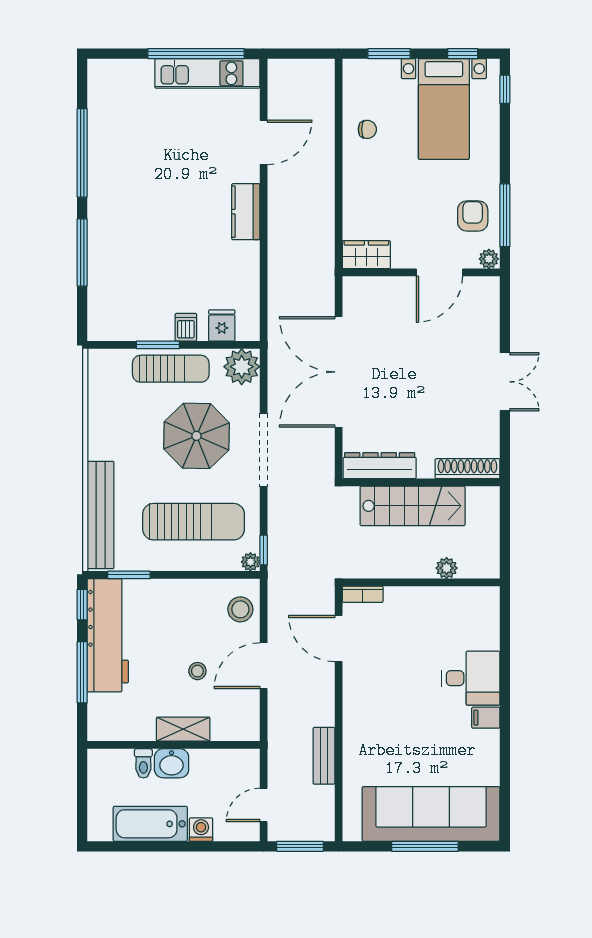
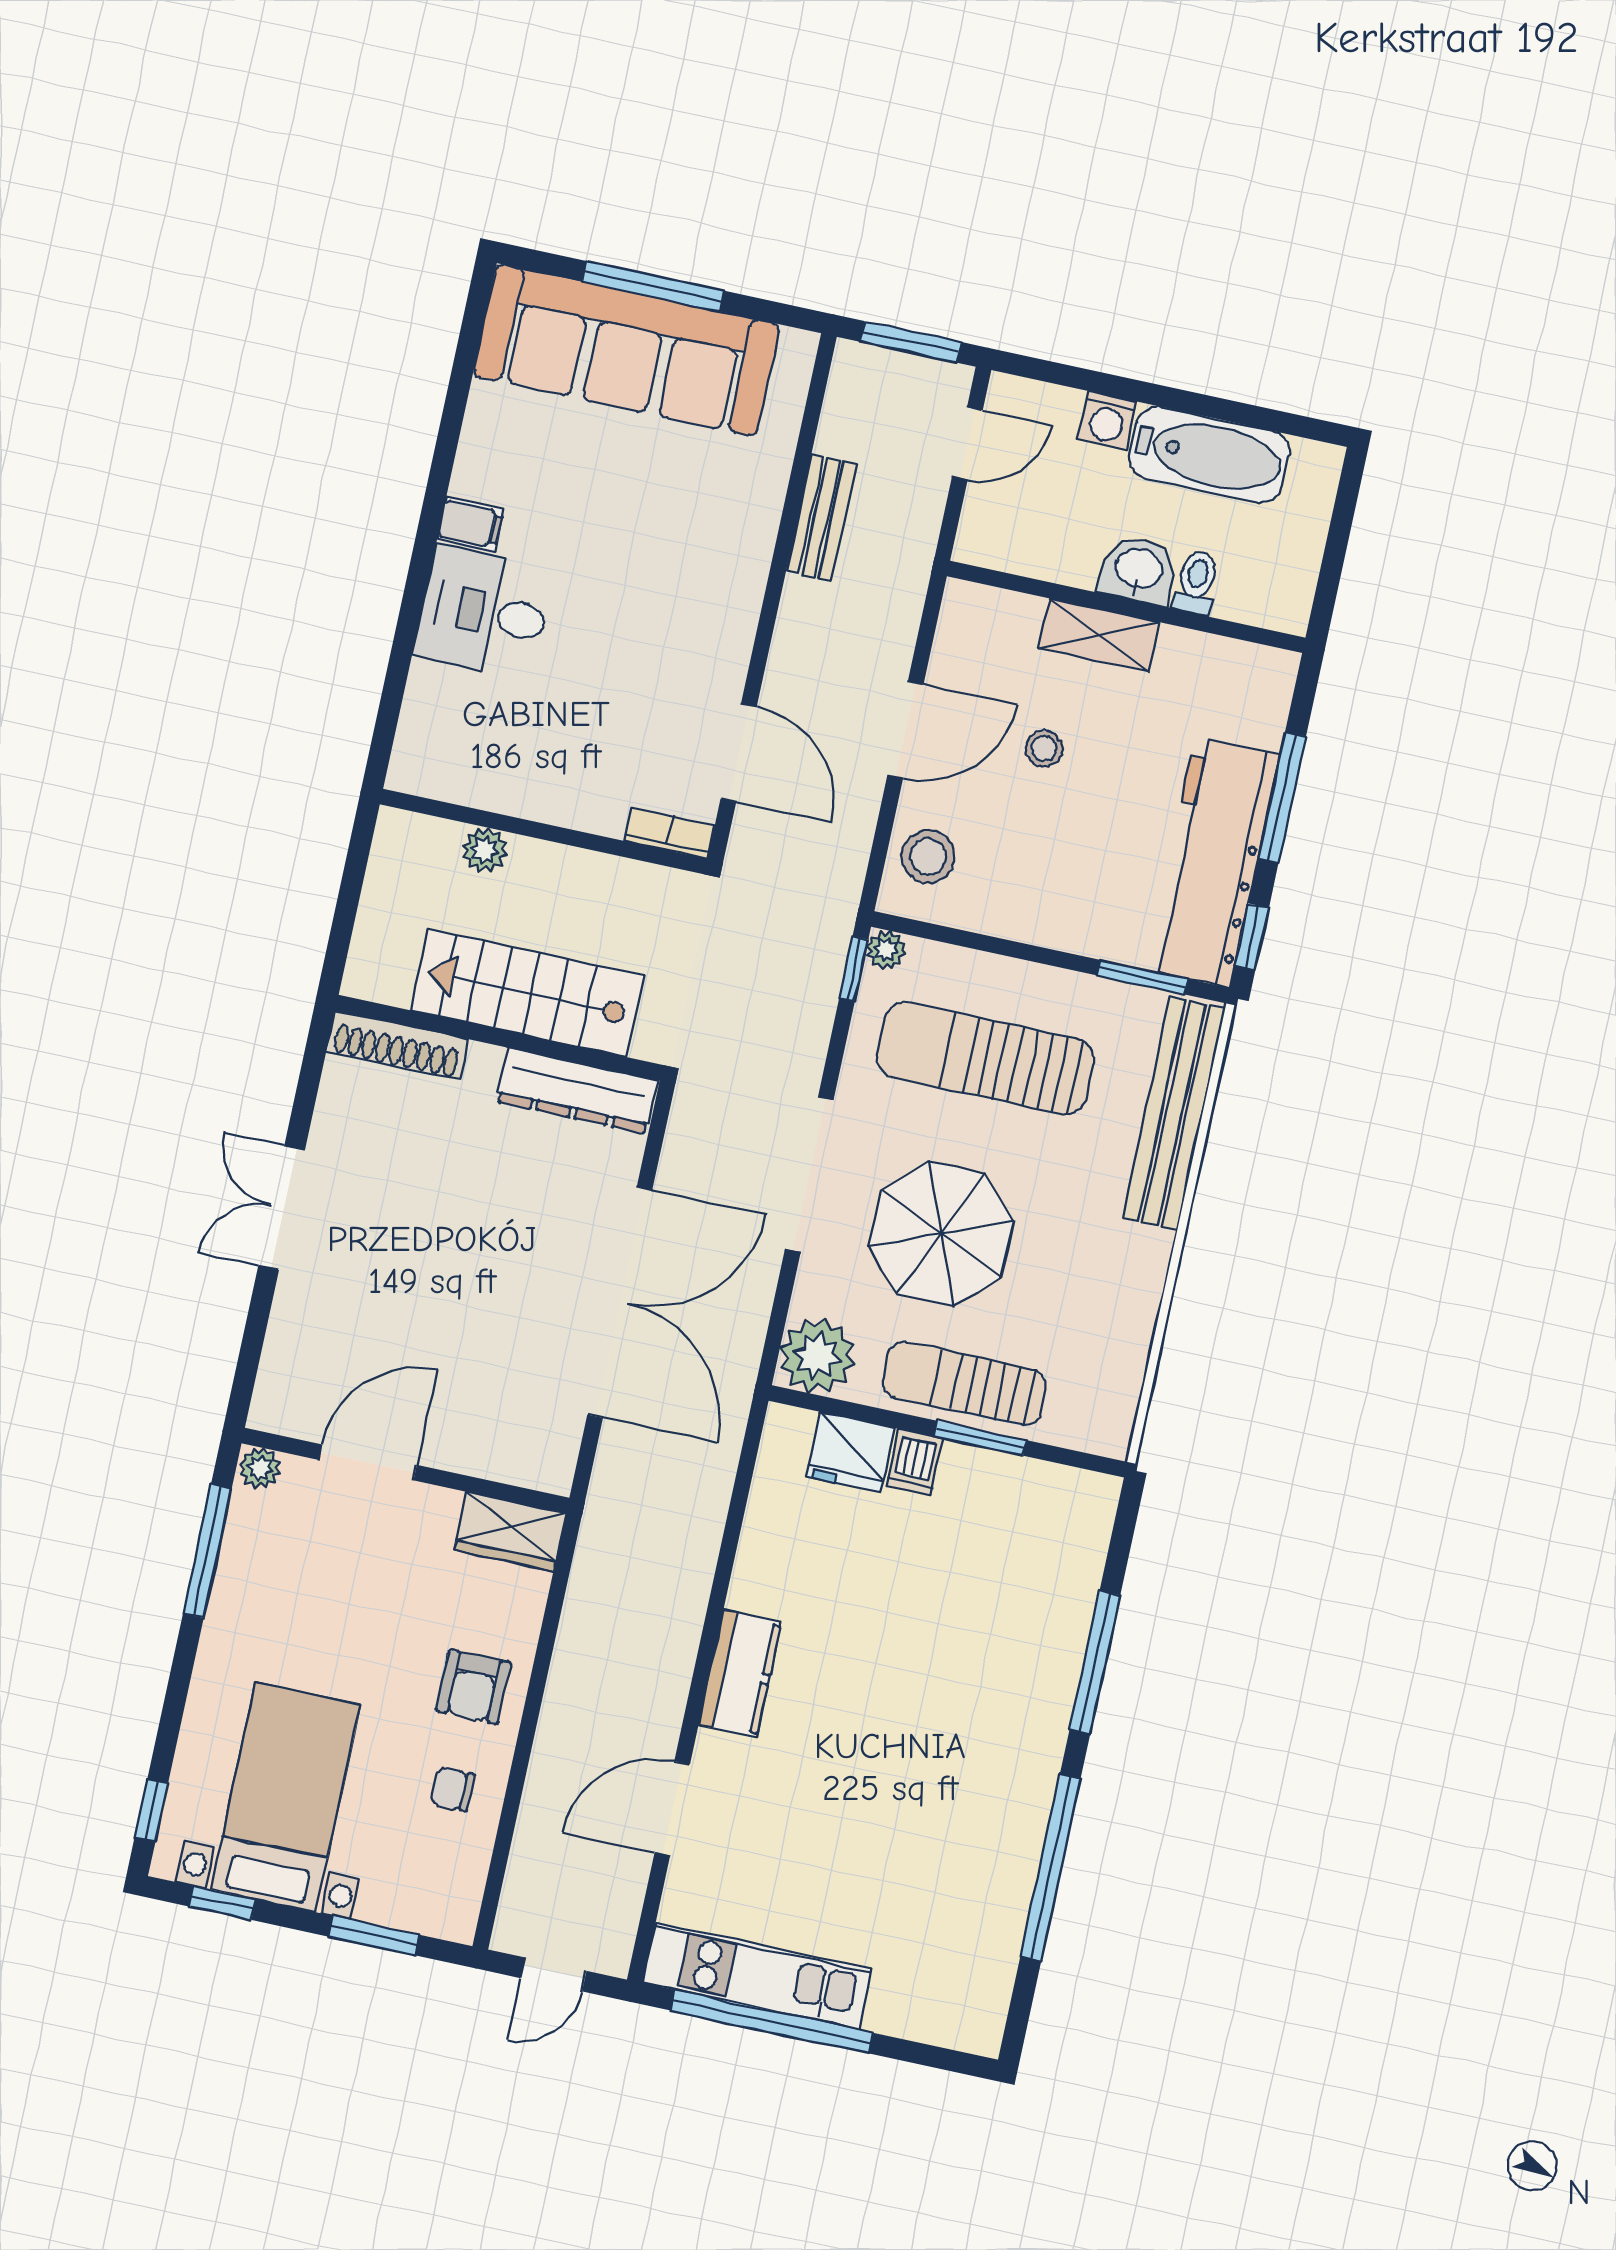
door: (302, 54) -> (553, 1974), added
armchair: (473, 216) -> (473, 1687), moved
fridge: (222, 325) -> (850, 1452), width x1.38

